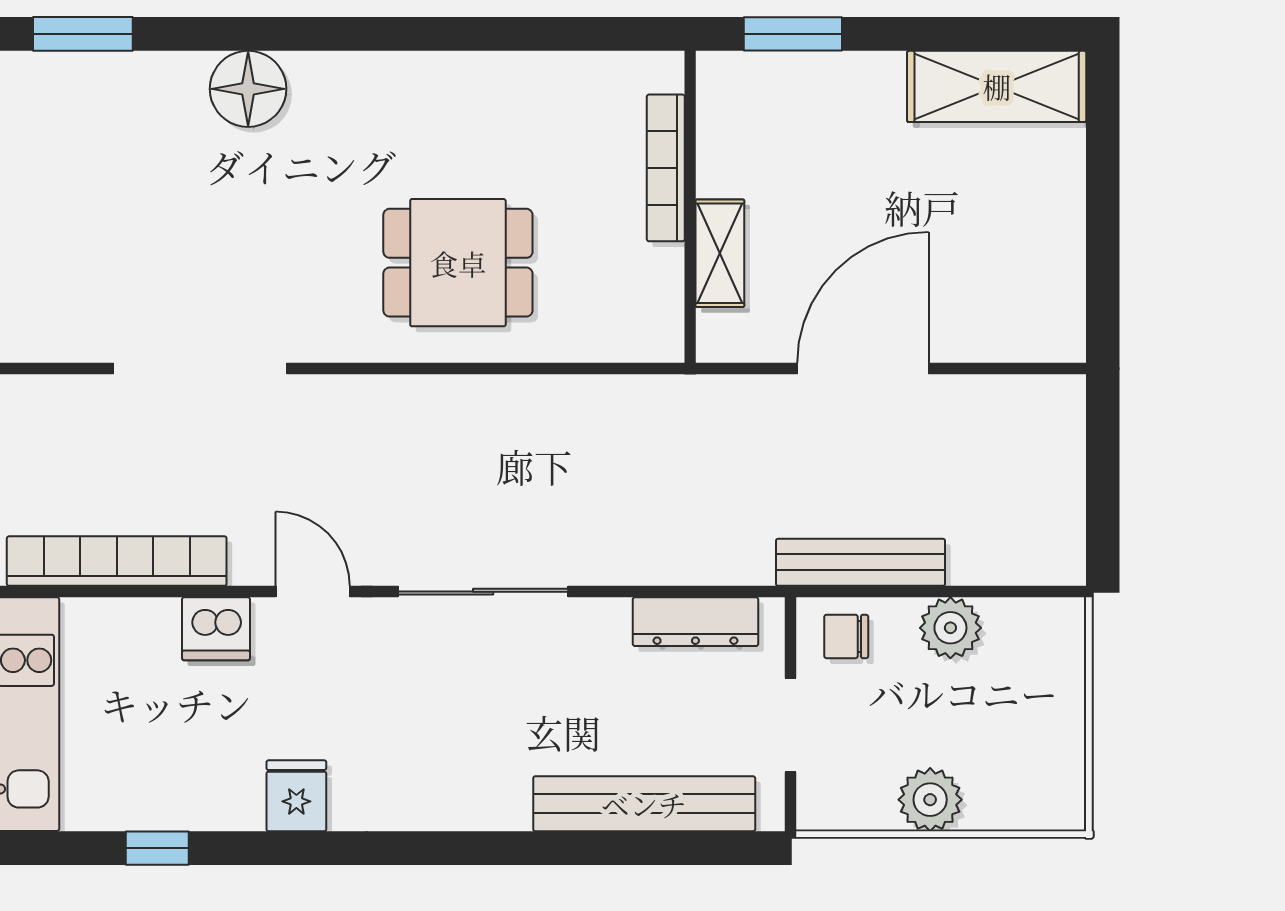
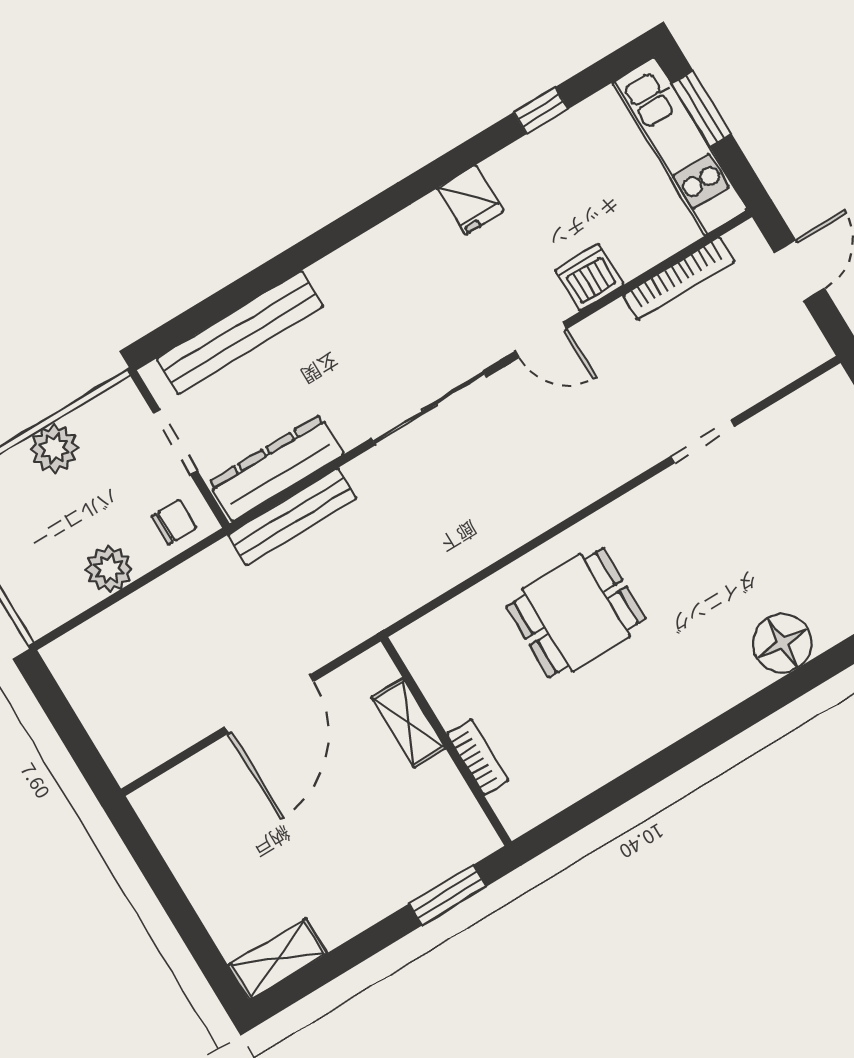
shelving: (997, 86) -> (278, 959), width x0.67, depth x0.75
bookcase: (666, 168) -> (478, 757), width x0.64
doorway: (200, 369) -> (703, 441), width x0.53
bookcase: (117, 561) -> (679, 278), width x0.68, depth x0.76
bench: (860, 562) -> (292, 517), moved
dresser: (695, 622) -> (276, 468), width x1.37, depth x1.24

